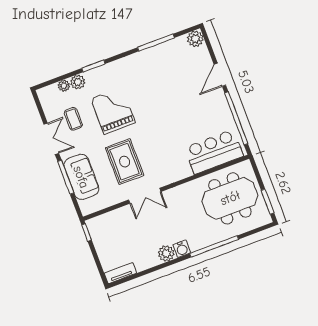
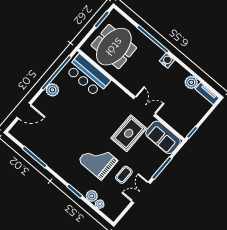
plant: (195, 39) -> (52, 90), moved
door: (220, 75) -> (24, 111), moved
grand piano: (113, 111) -> (98, 161), turned 90
coffee table: (73, 119) -> (124, 175), moved
sofa: (81, 177) -> (163, 137), moved, turned -90
meeting table: (230, 198) -> (114, 47), turned 90
plant: (166, 253) -> (191, 82), moved

